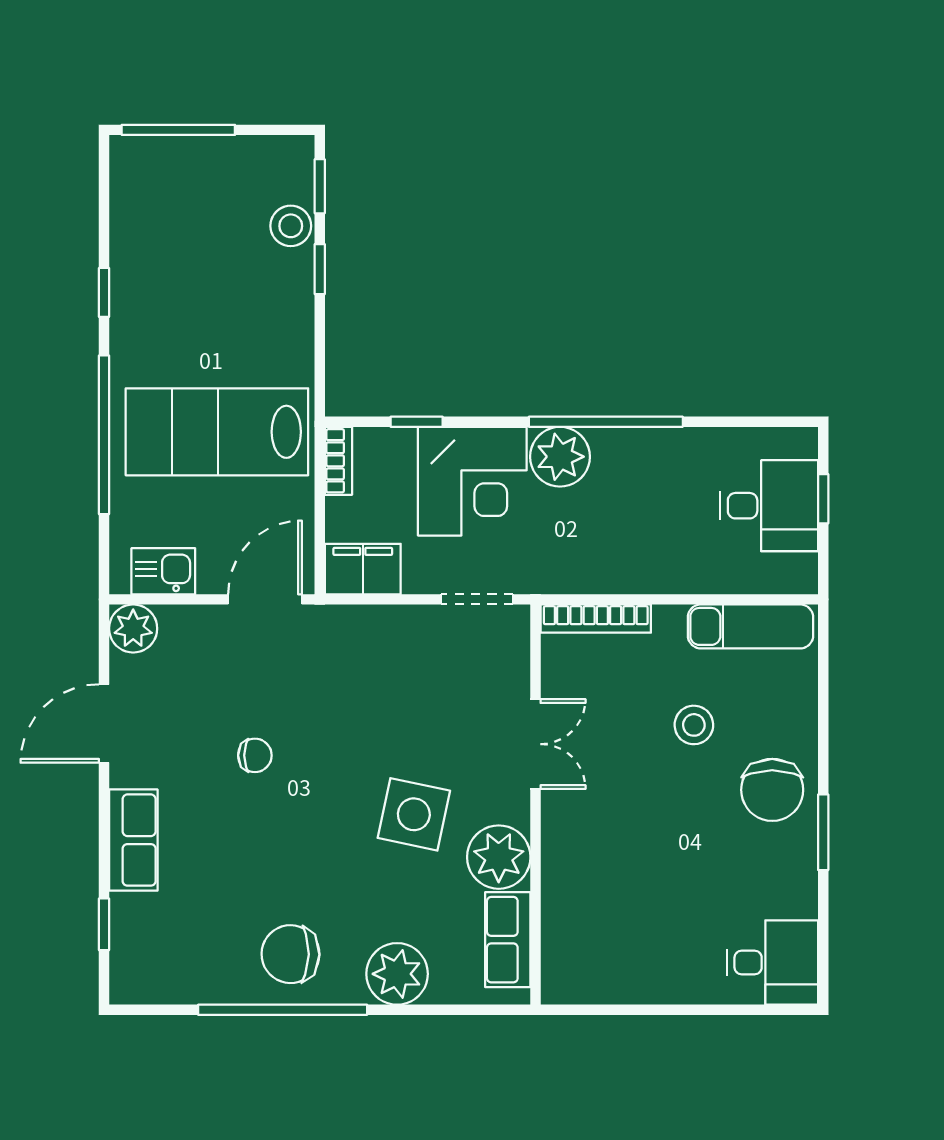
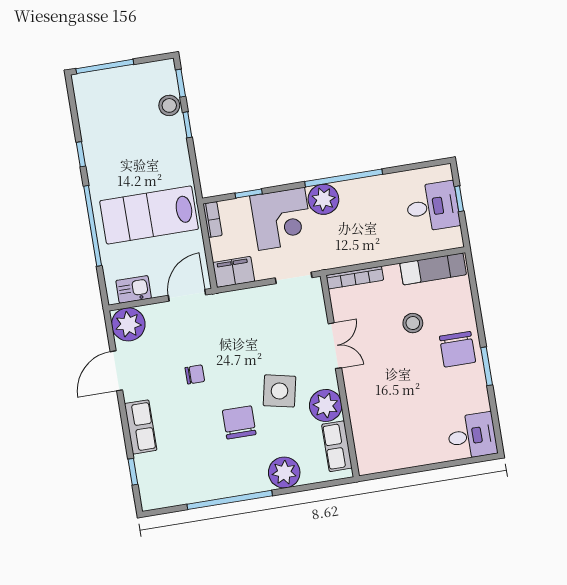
plant: (133, 629) -> (128, 324), width x1.36, depth x1.36
chair: (290, 954) -> (239, 422), moved, turned 89

